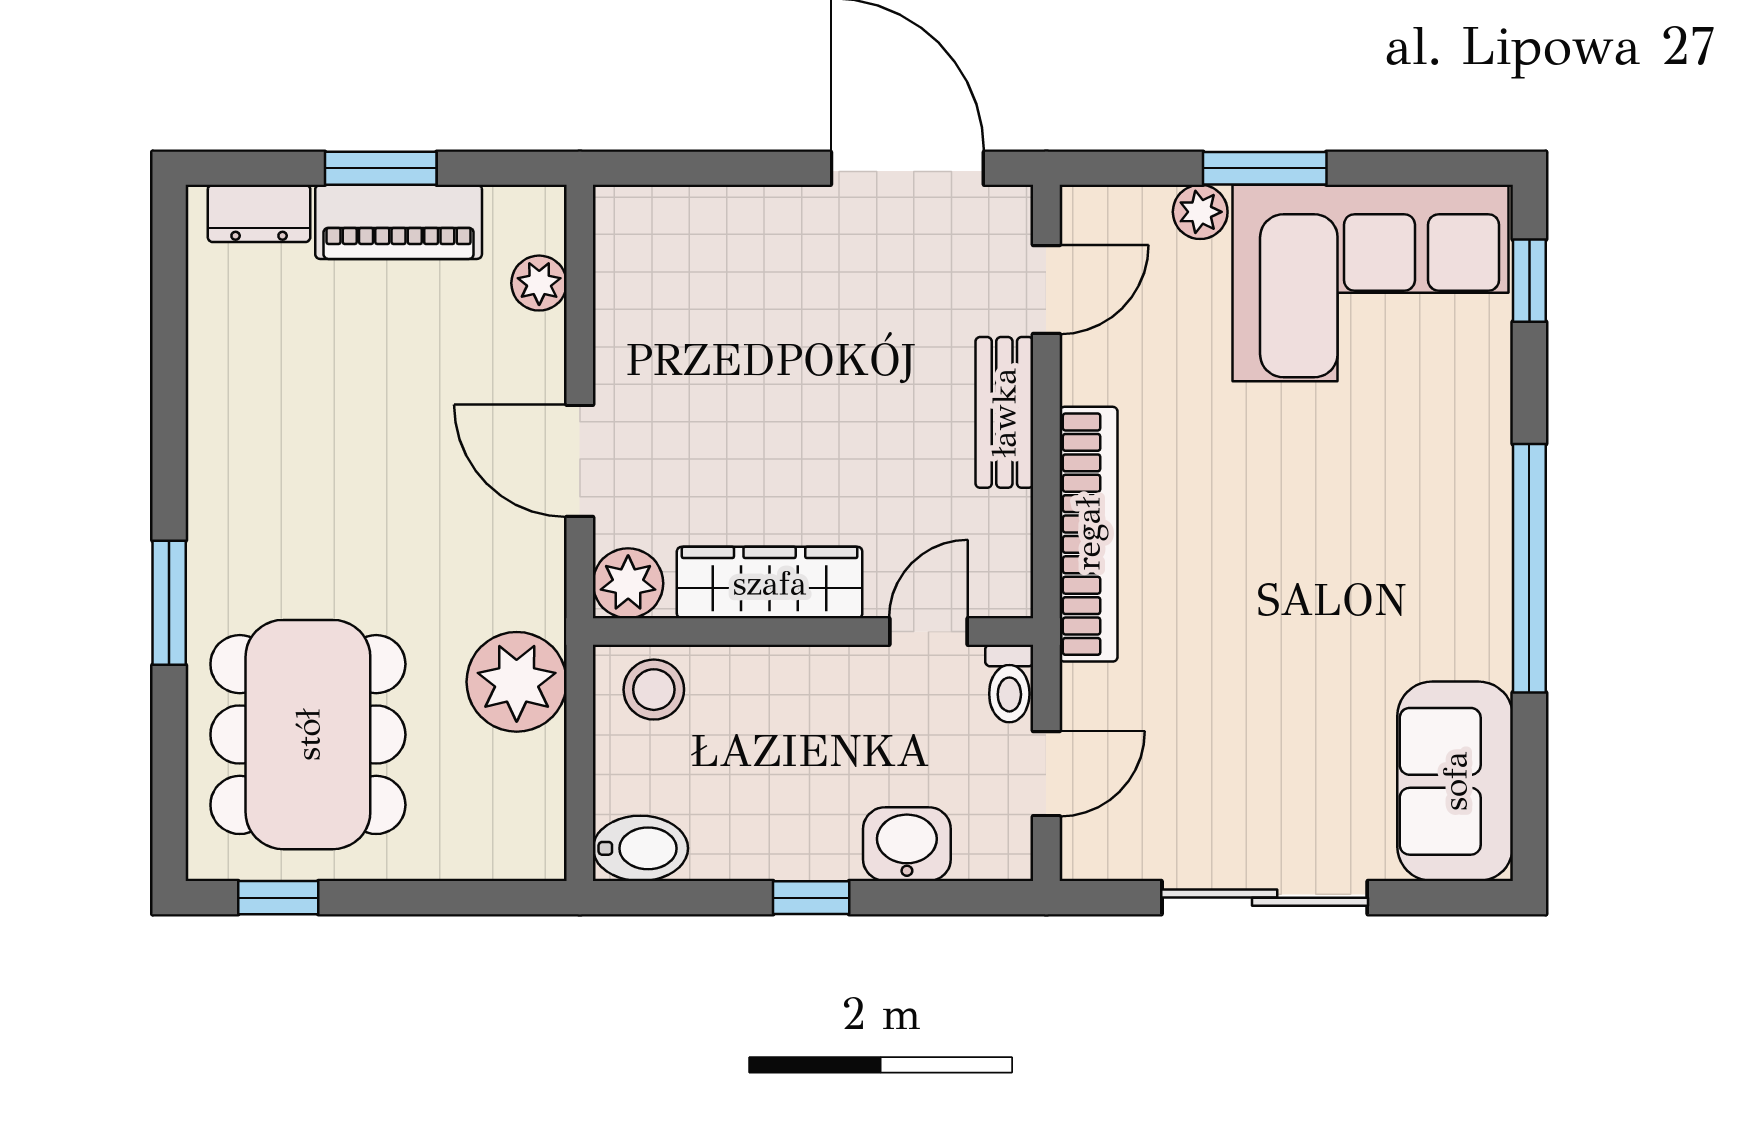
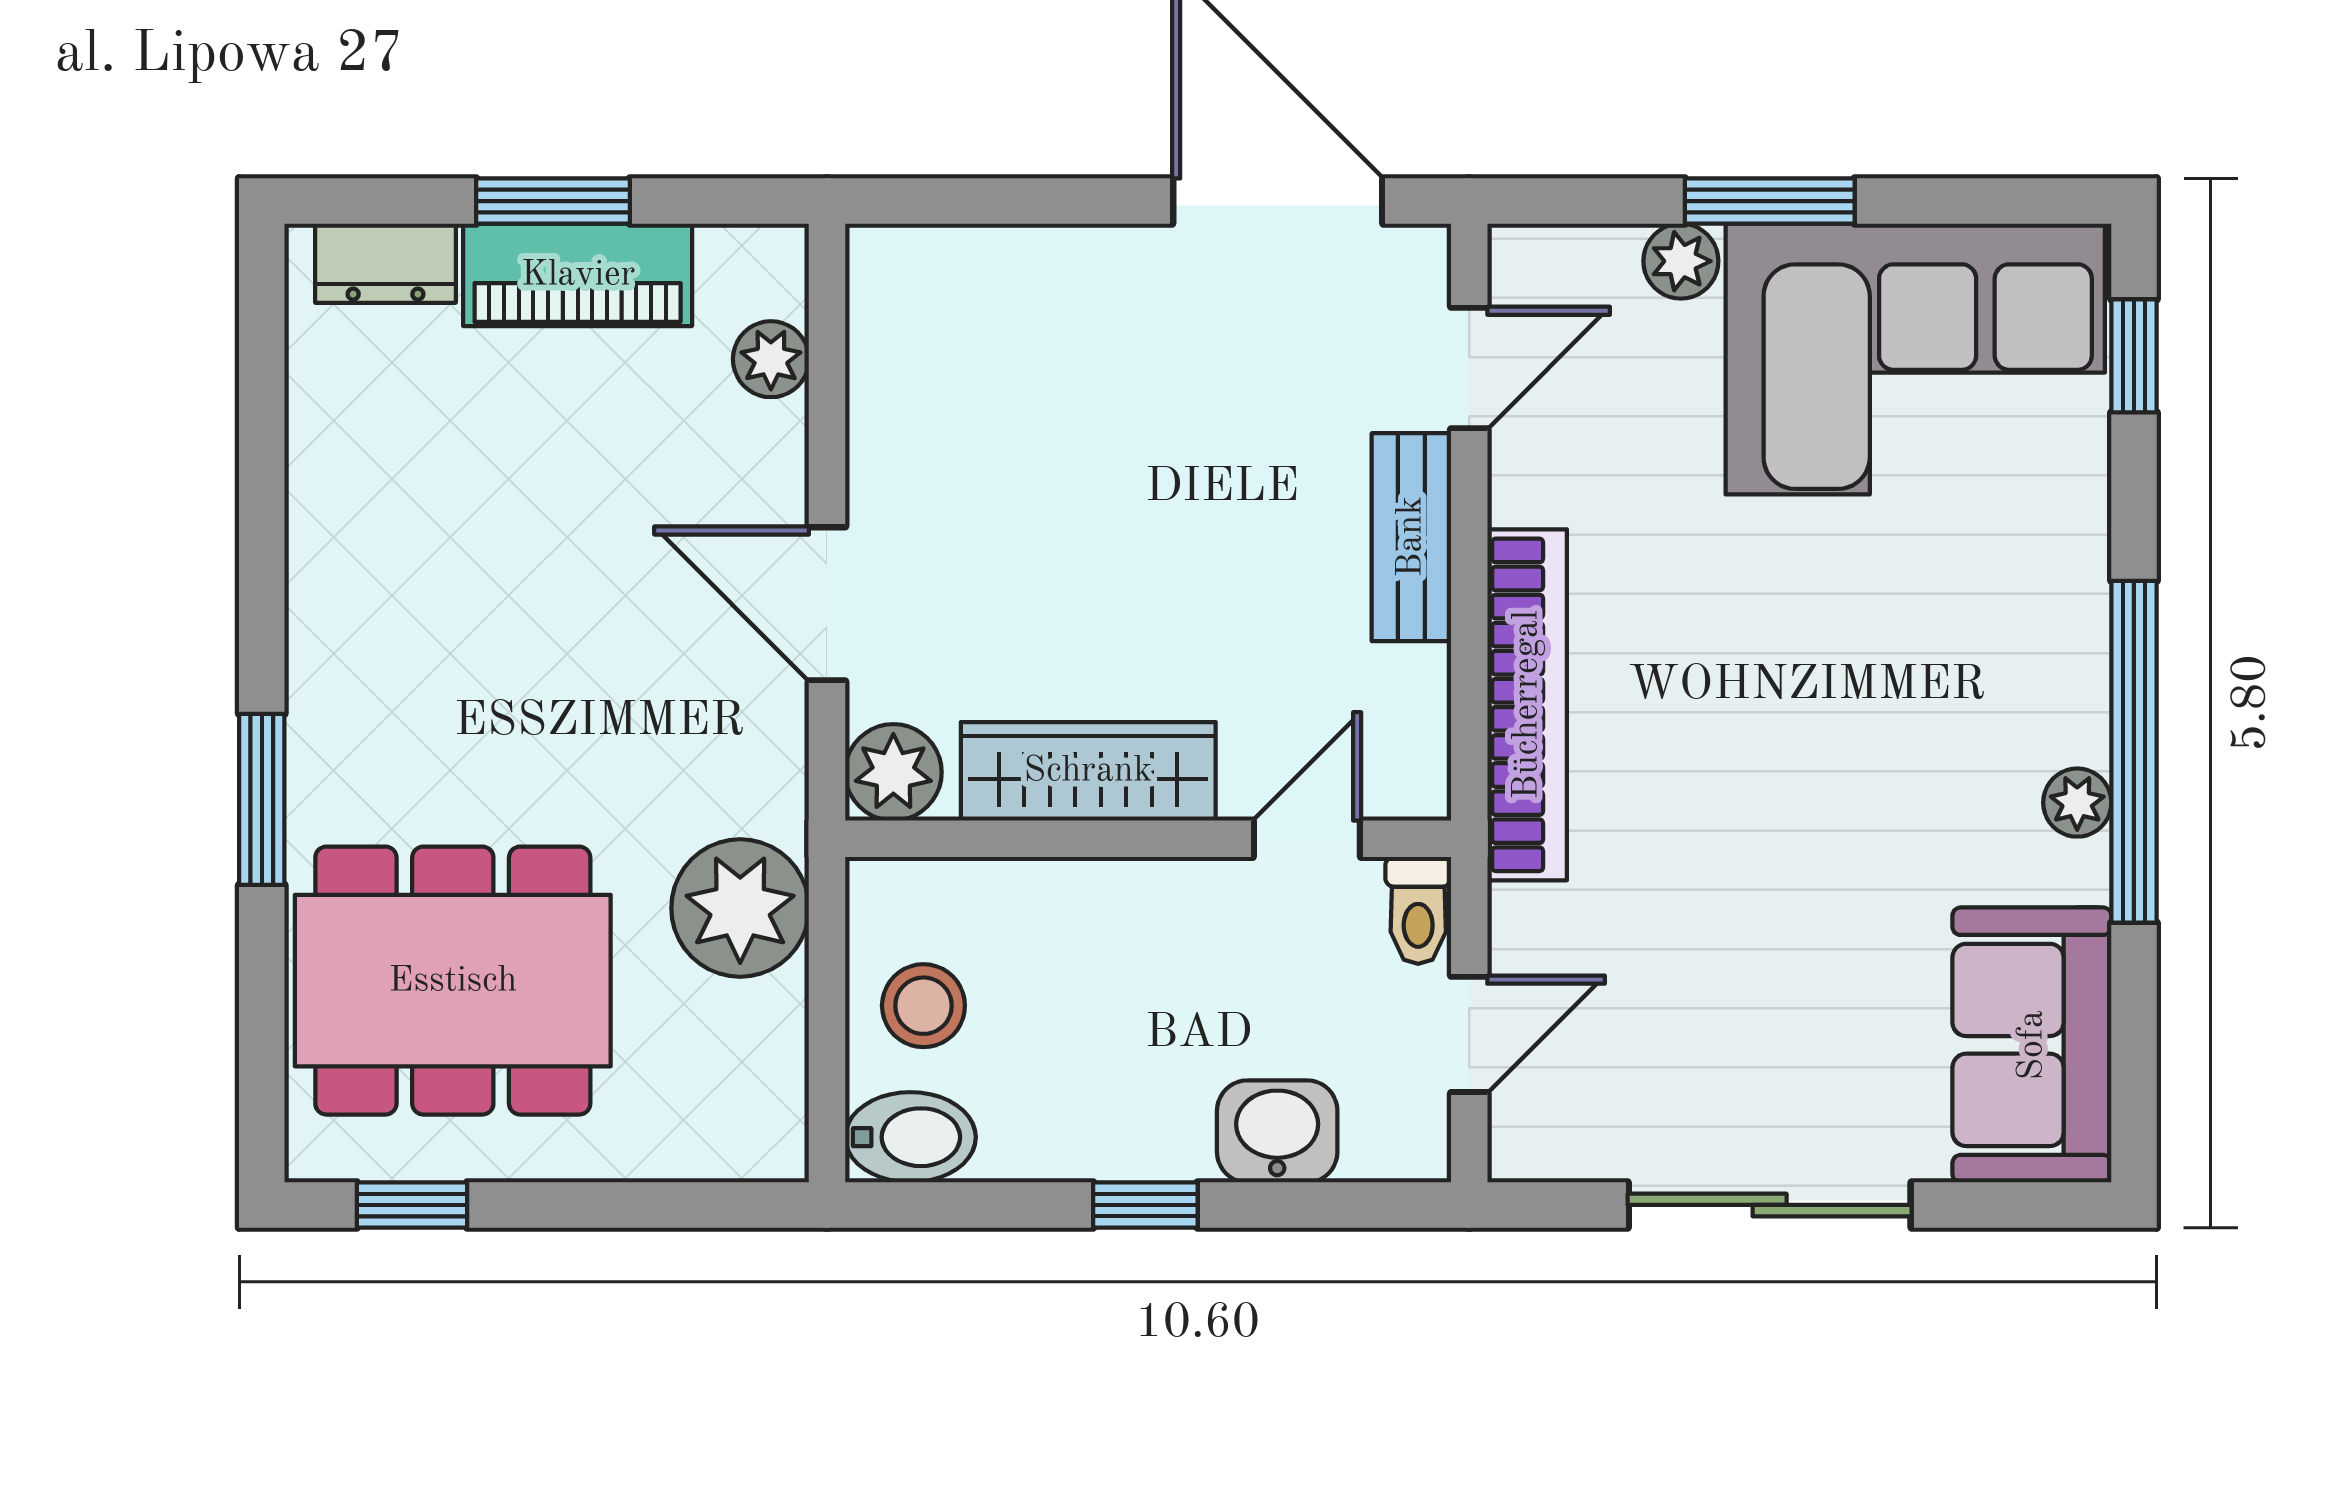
plant: (1488, 605) -> (2077, 803), added
stool: (654, 690) -> (923, 1006), moved
dining table: (308, 735) -> (453, 981), turned 90

